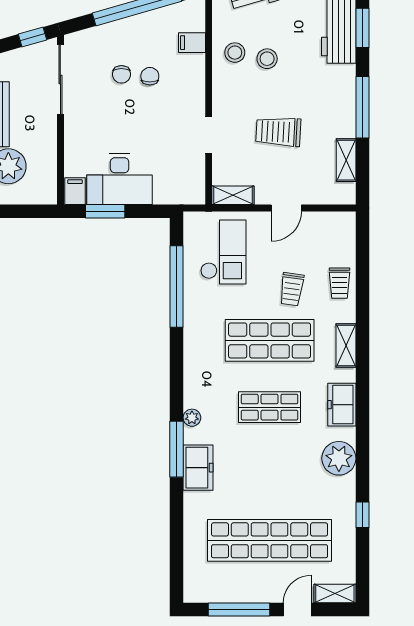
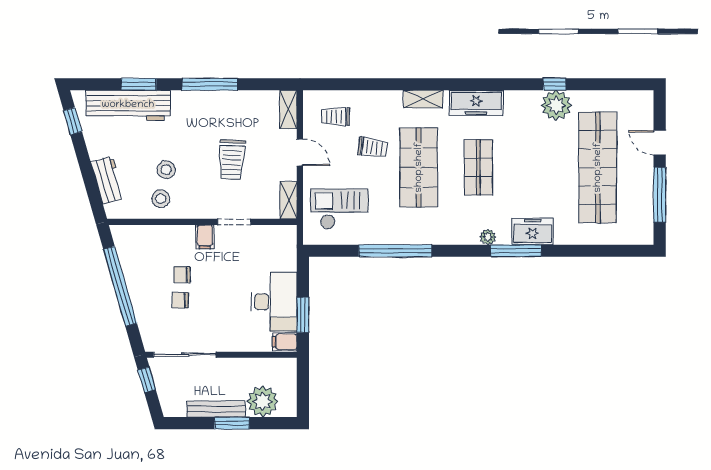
filing cabinet: (192, 43) -> (205, 237), moved
chair: (121, 74) -> (180, 300), turned 180
shelving: (346, 160) -> (288, 109), moved, turned 90
trolley: (339, 283) -> (336, 117), moved, turned 180
window: (177, 286) -> (395, 251), moved
freezer: (342, 405) -> (476, 103), width x1.40
plant: (339, 458) -> (556, 105), moved
window: (362, 515) -> (555, 84), moved
shelving: (335, 593) -> (645, 109), removed

